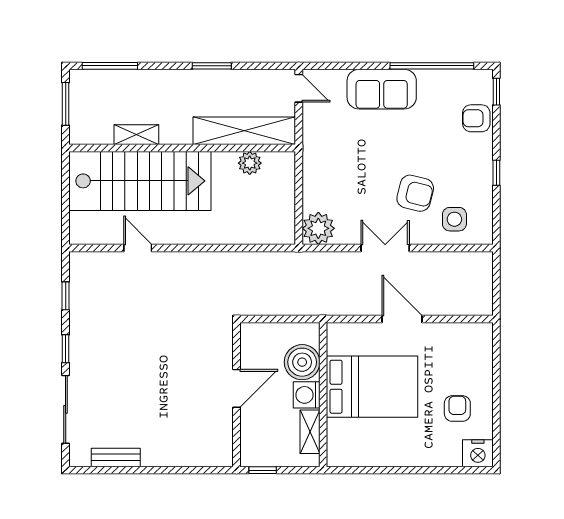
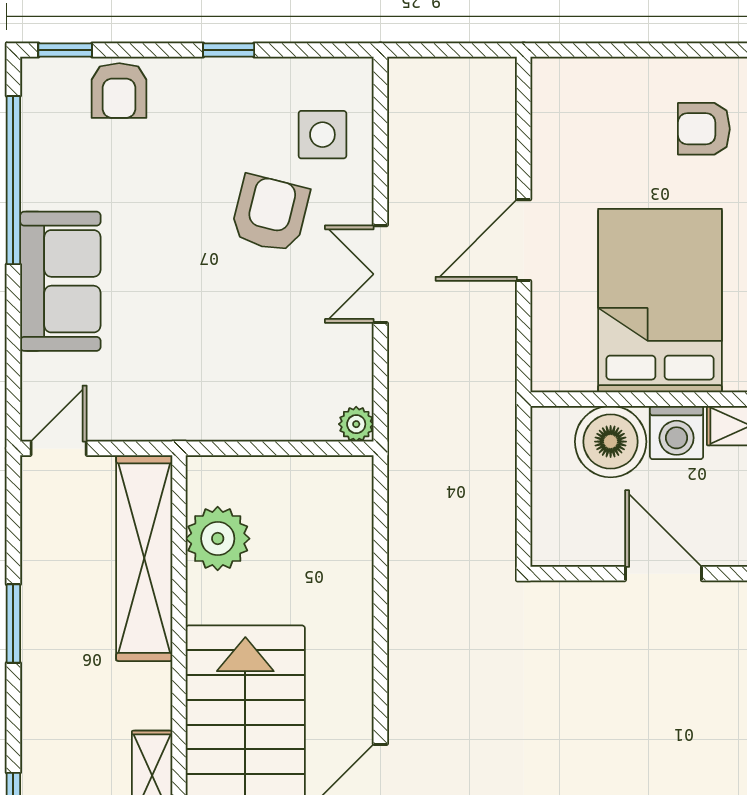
plant: (250, 163) -> (218, 539), width x1.36, depth x1.36
plant: (318, 228) -> (356, 424), width x0.53, depth x0.53

